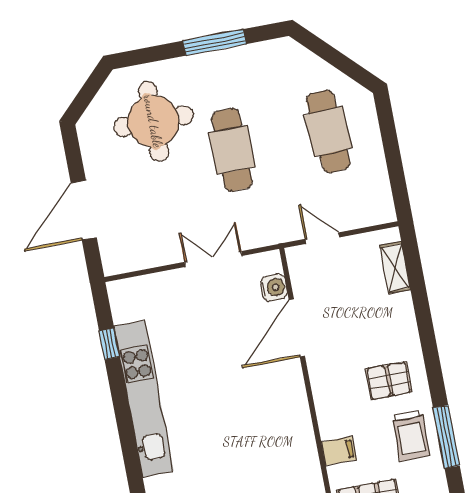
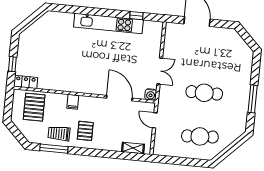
round table: (153, 121) -> (226, 63), removed
door: (322, 238) -> (155, 120), swing flipped
water cooler: (274, 288) -> (151, 94), moved
filing cabinet: (339, 451) -> (73, 102), moved

